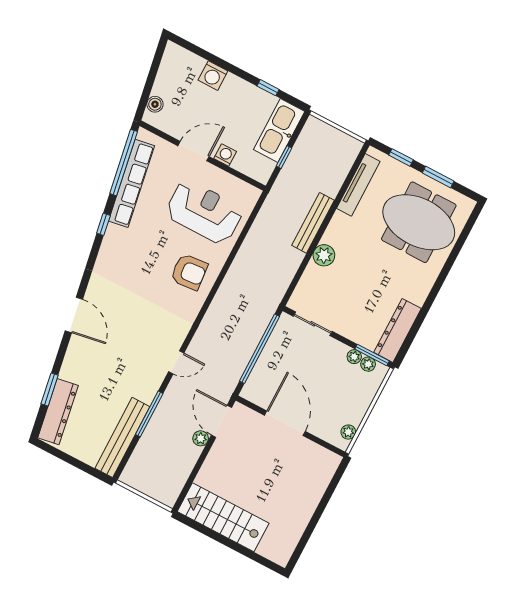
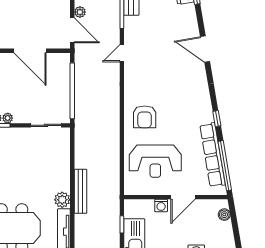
plant: (324, 255) -> (62, 200), moved
armchair: (189, 272) -> (145, 117), turned -85

